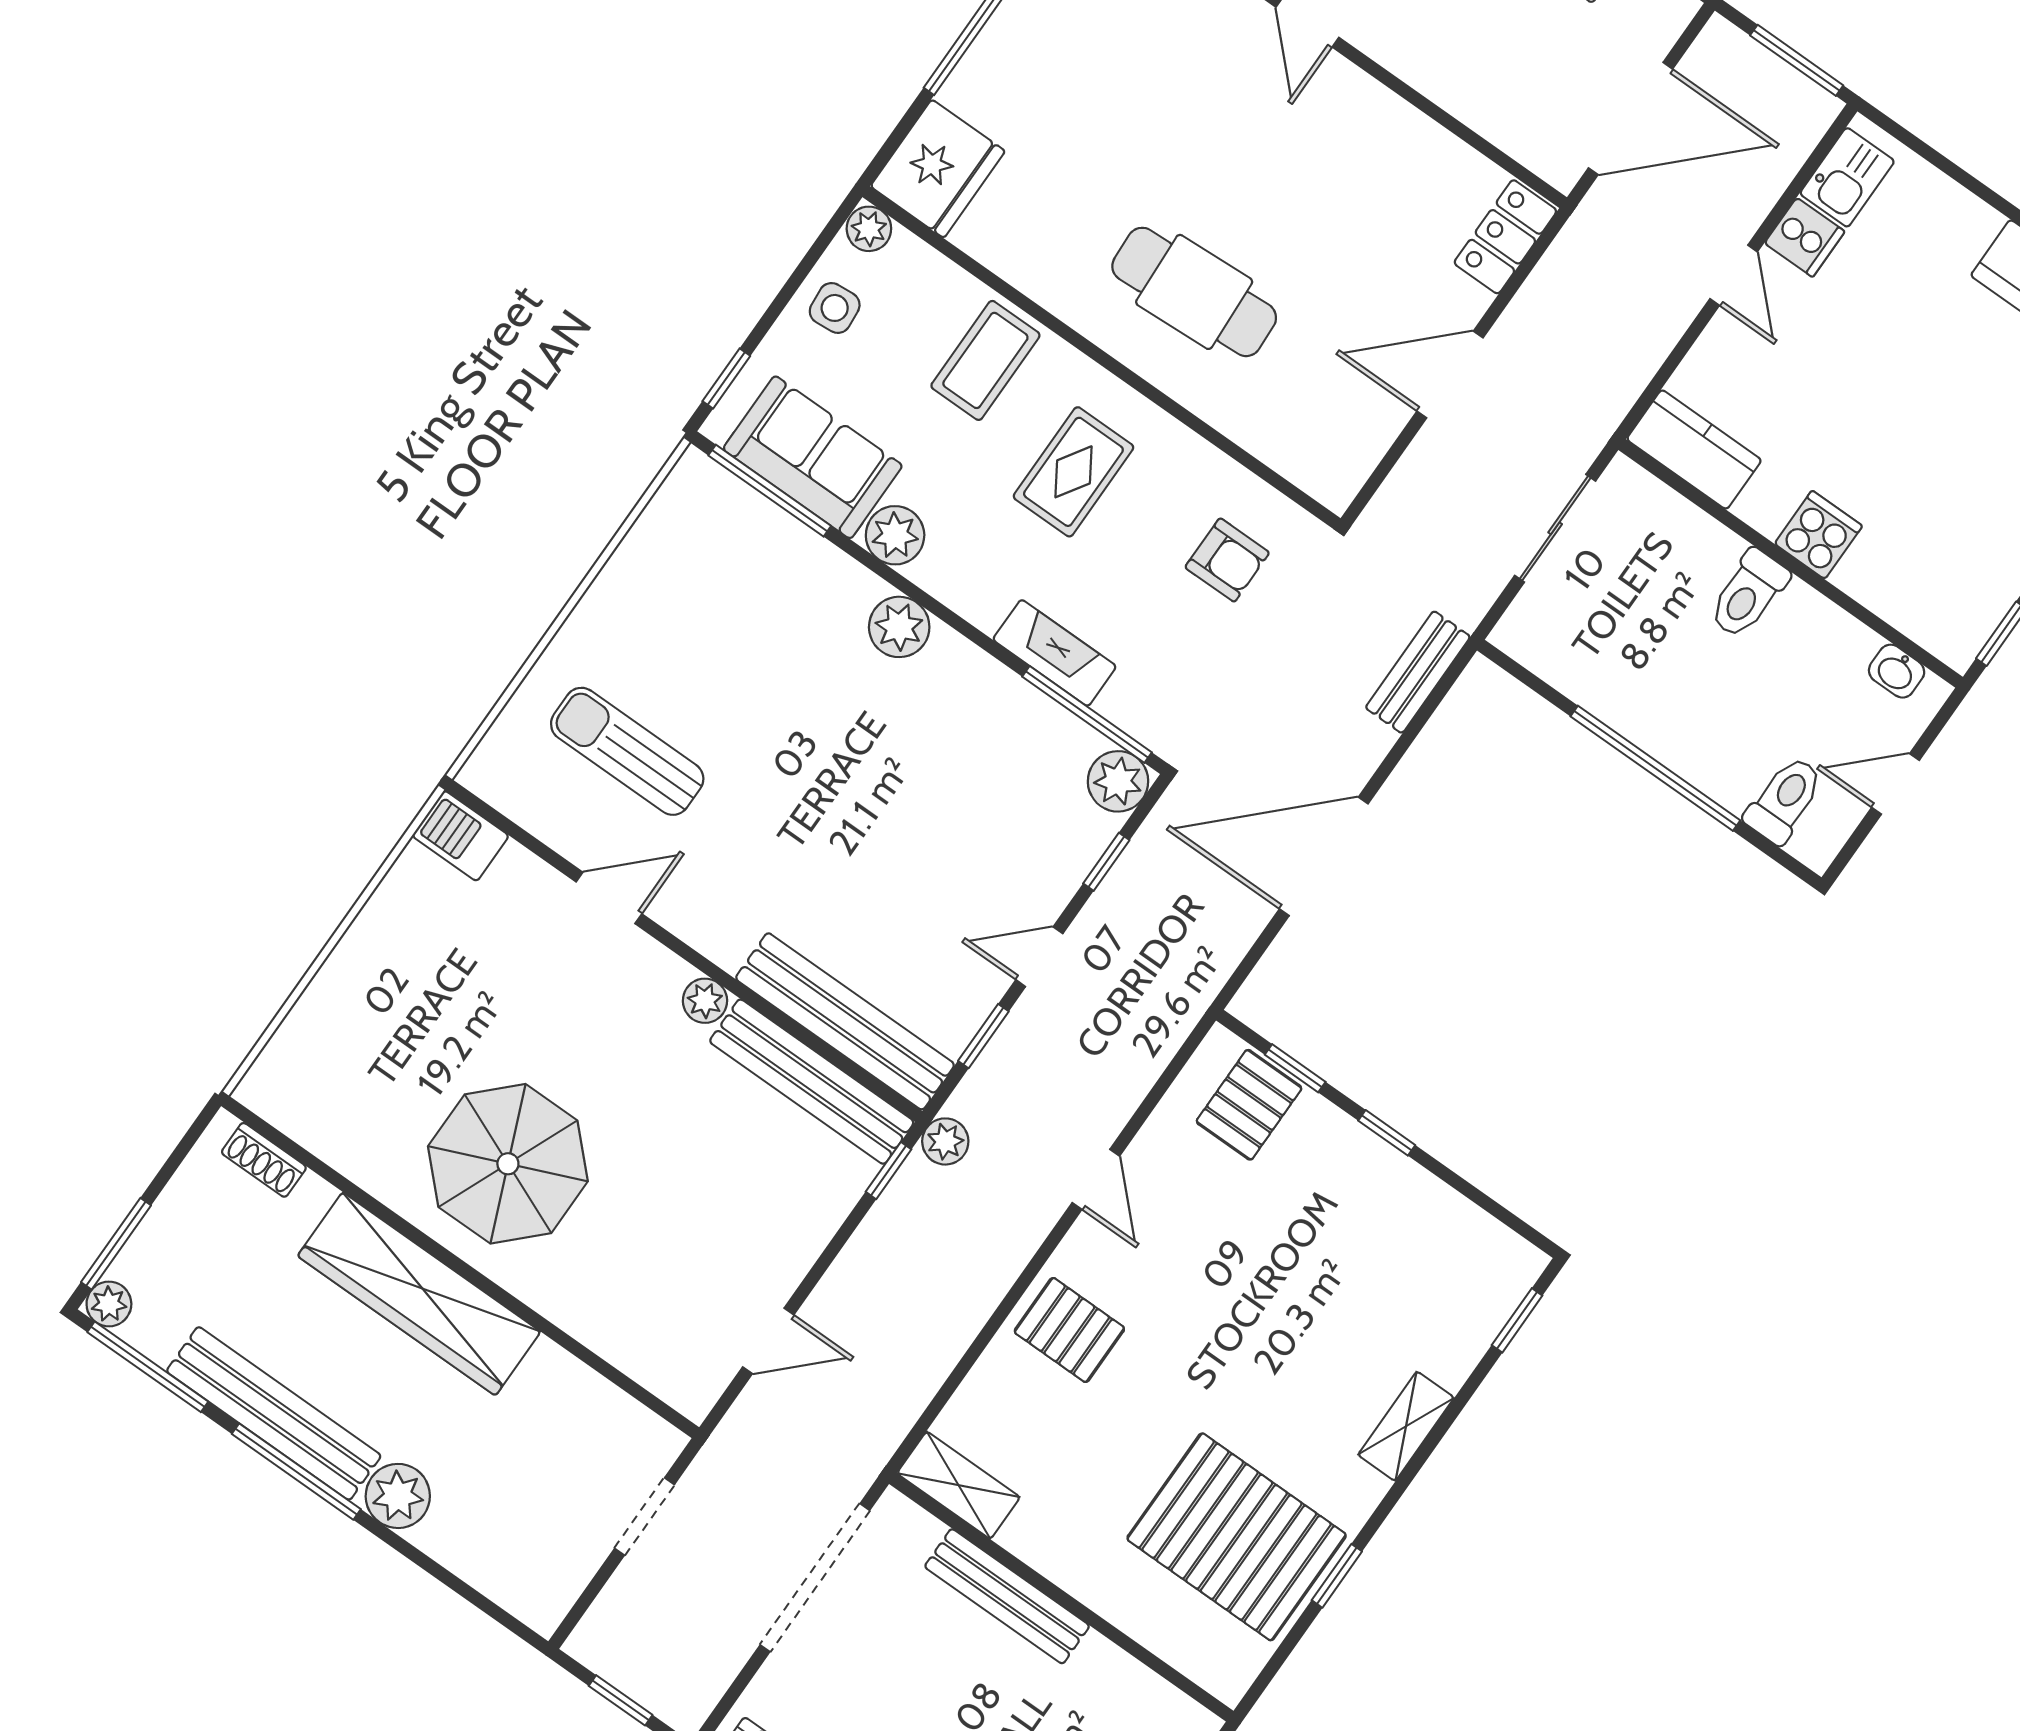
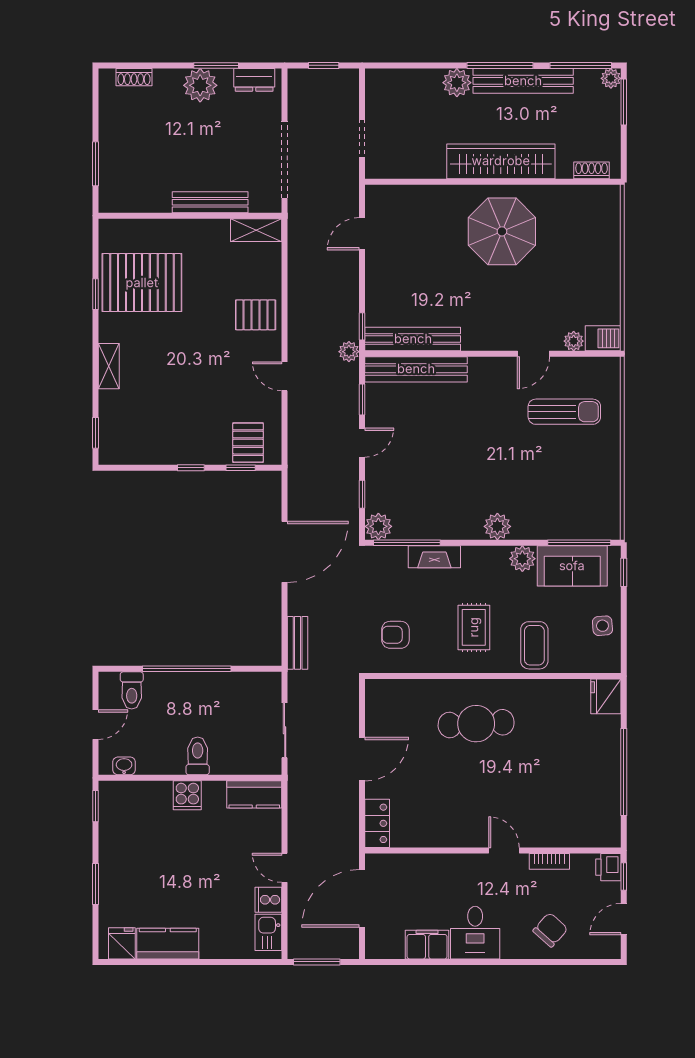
fridge: (938, 169) -> (606, 696), width x0.73, depth x0.75
plant: (869, 229) -> (610, 663), removed
plant: (705, 1001) -> (574, 341), moved

